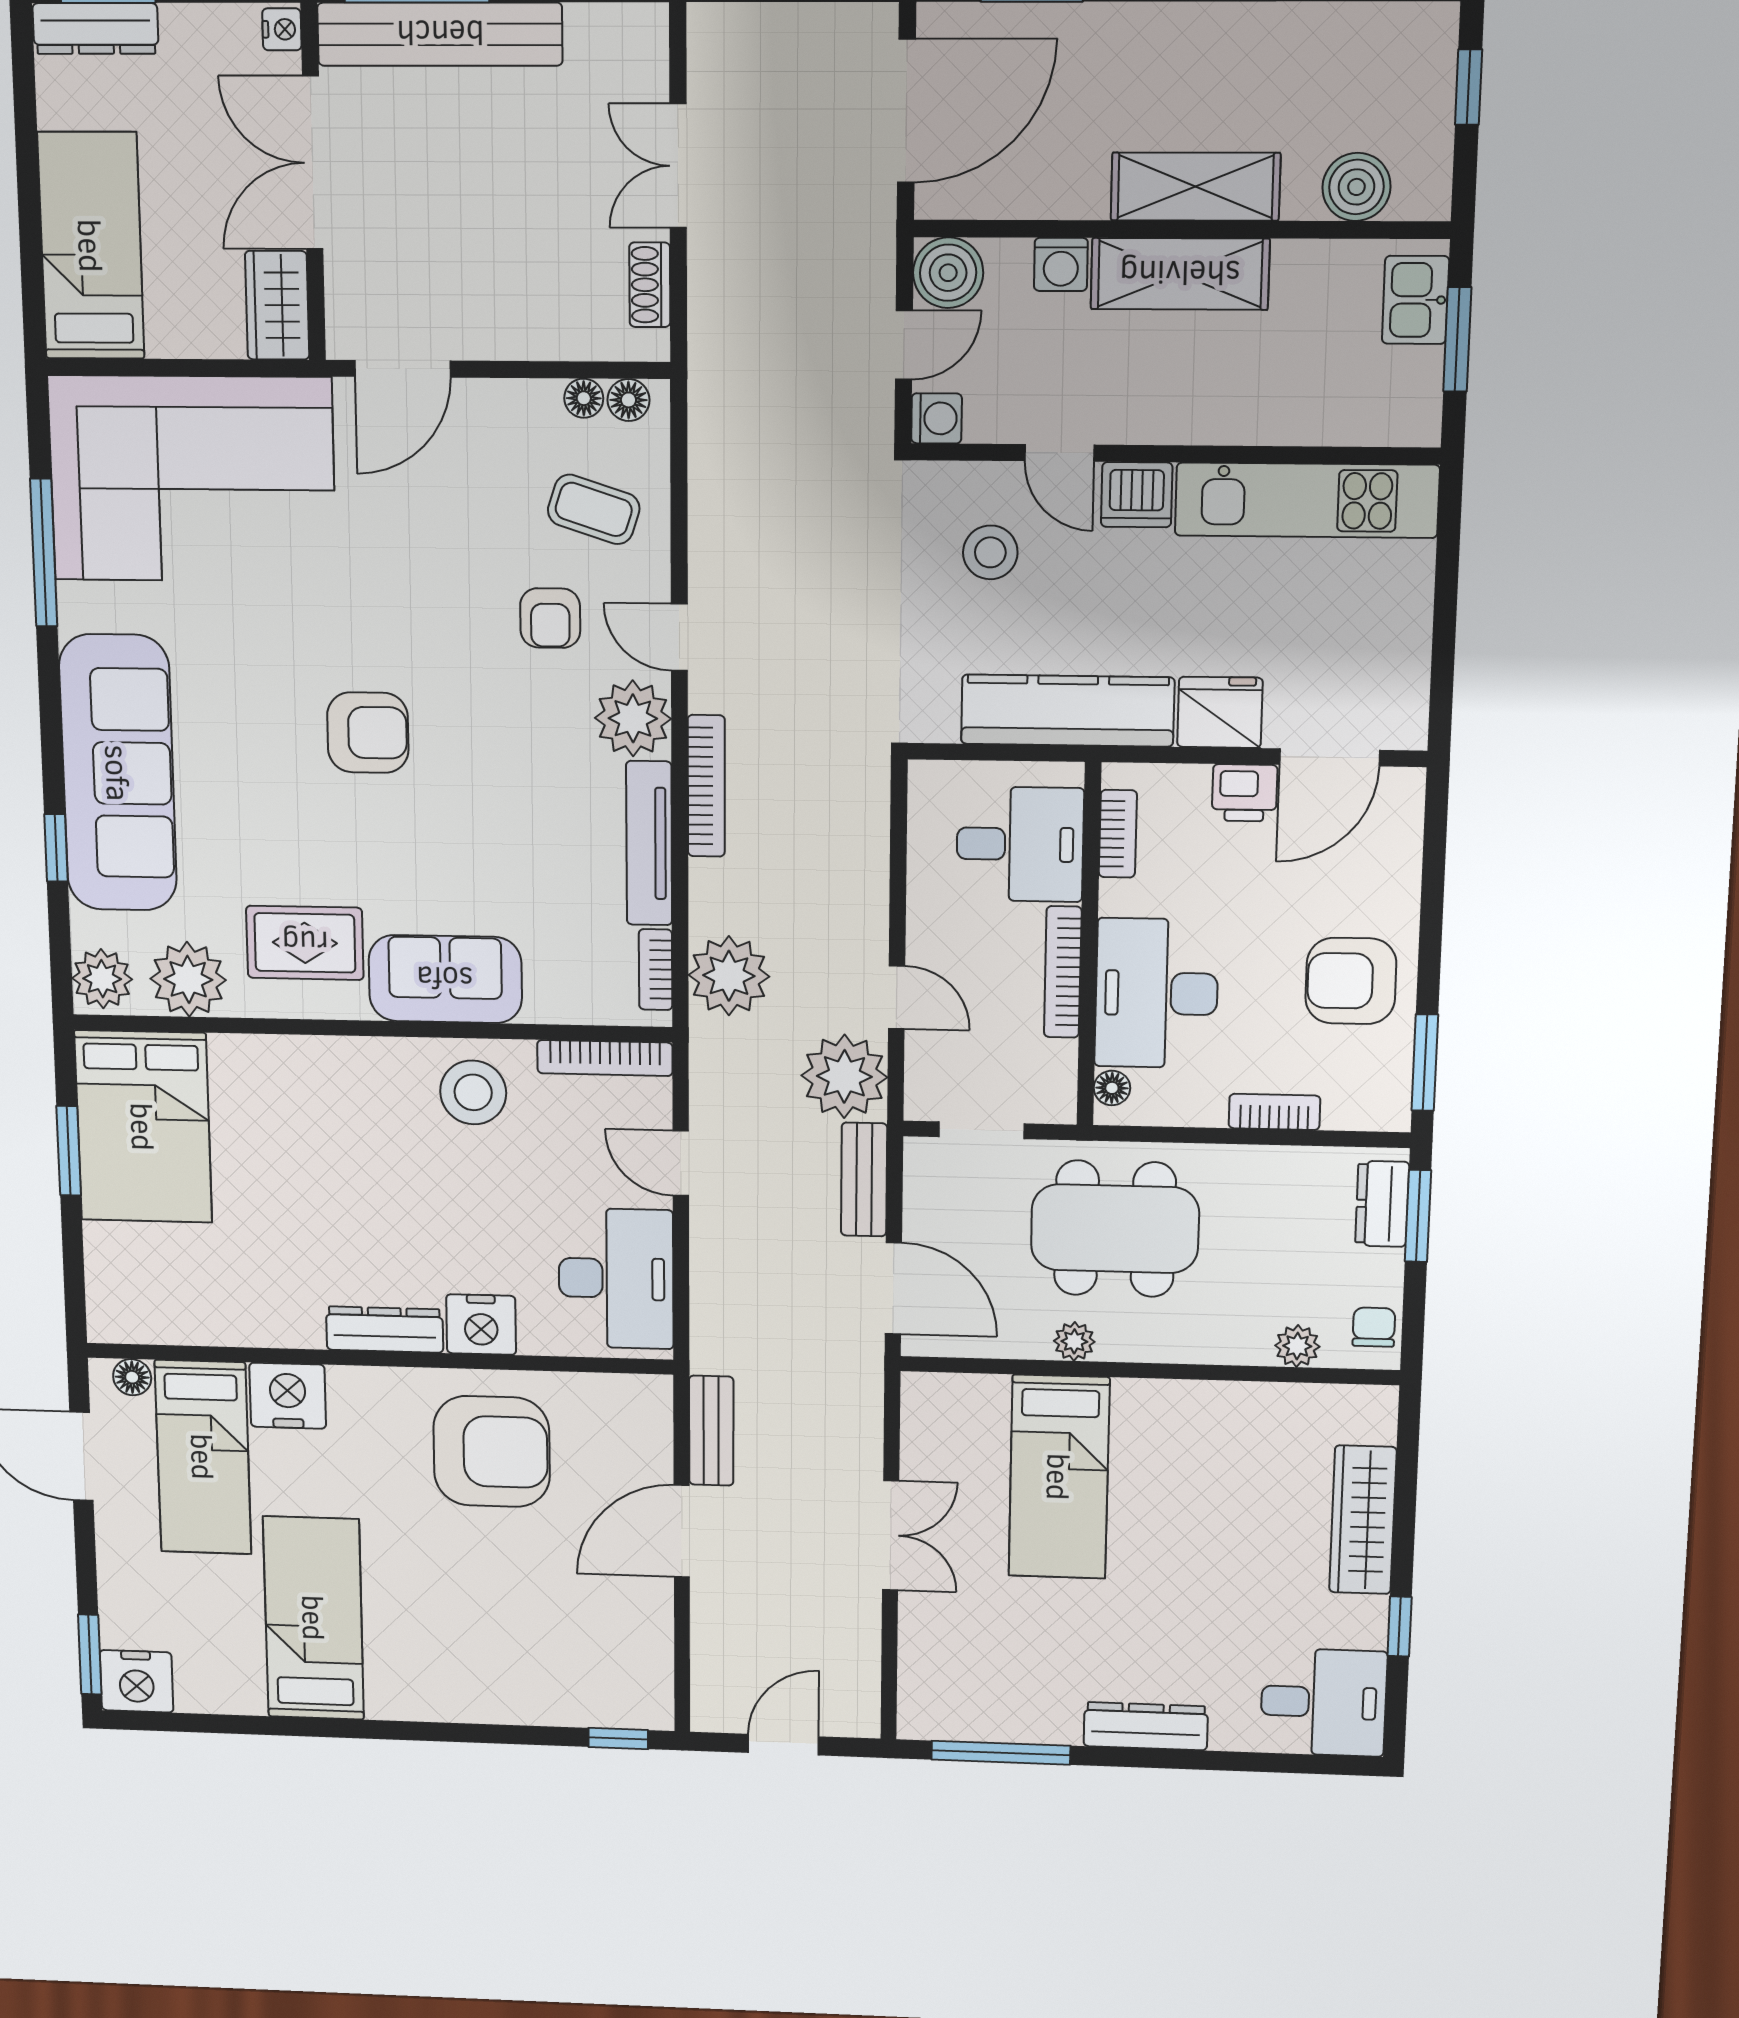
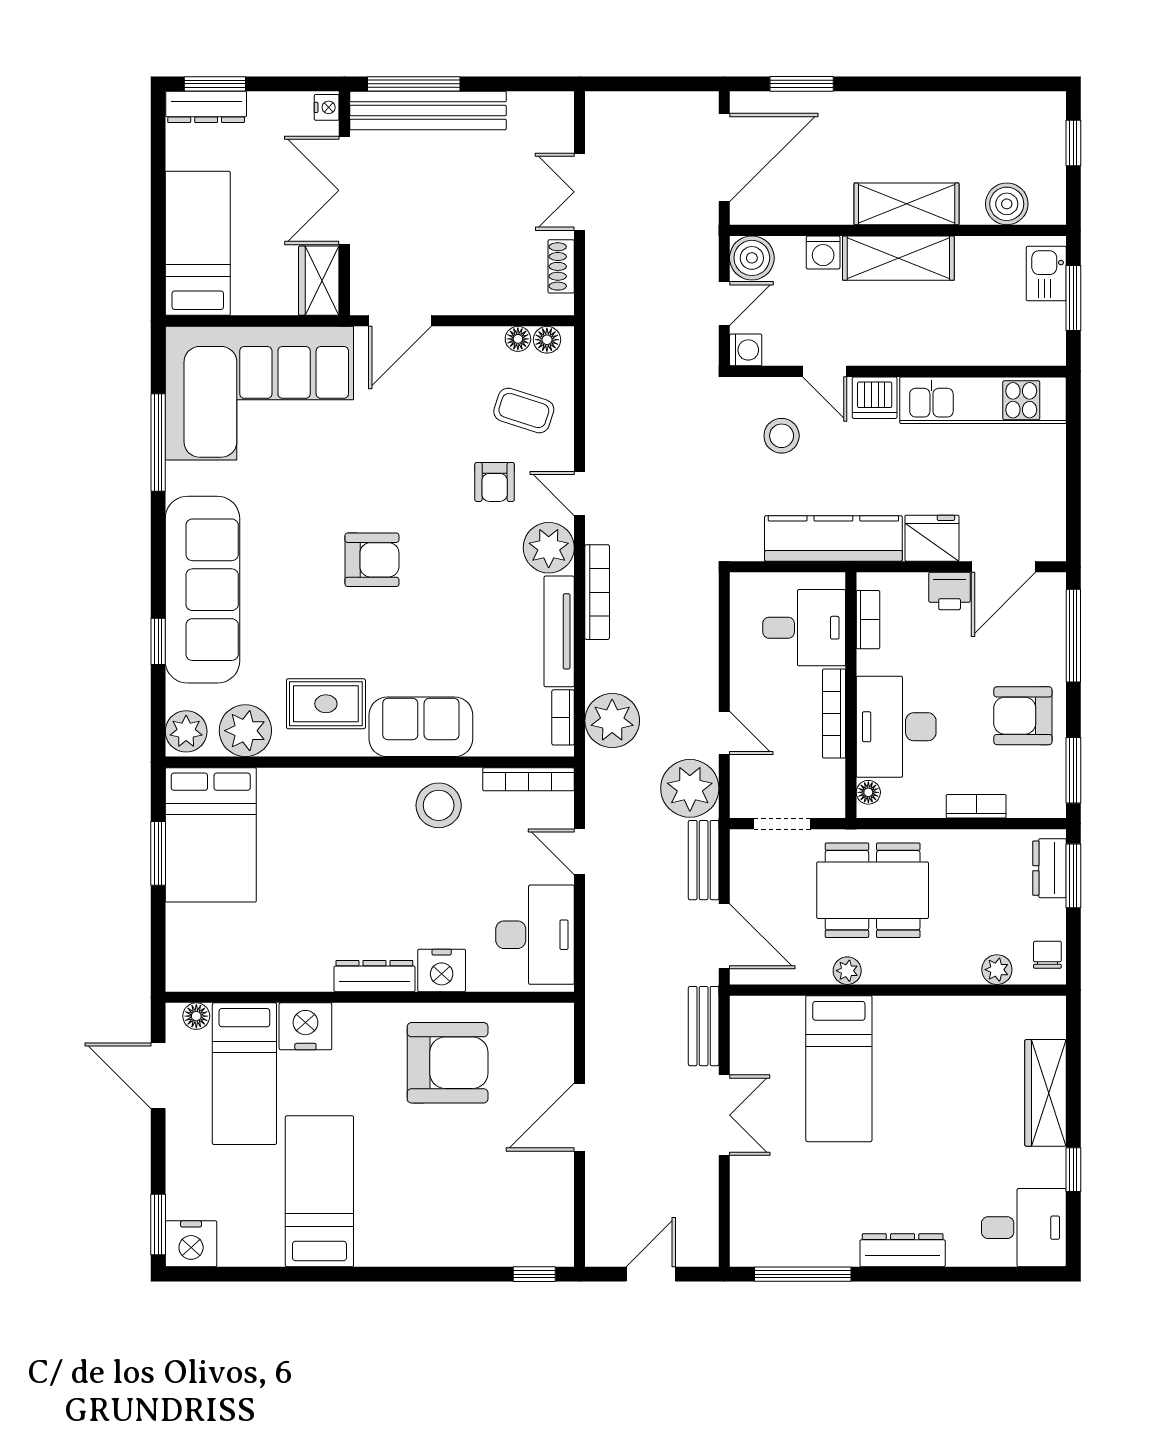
window: (1434, 863) -> (1073, 636), added
bench: (711, 1431) -> (704, 1026), moved

